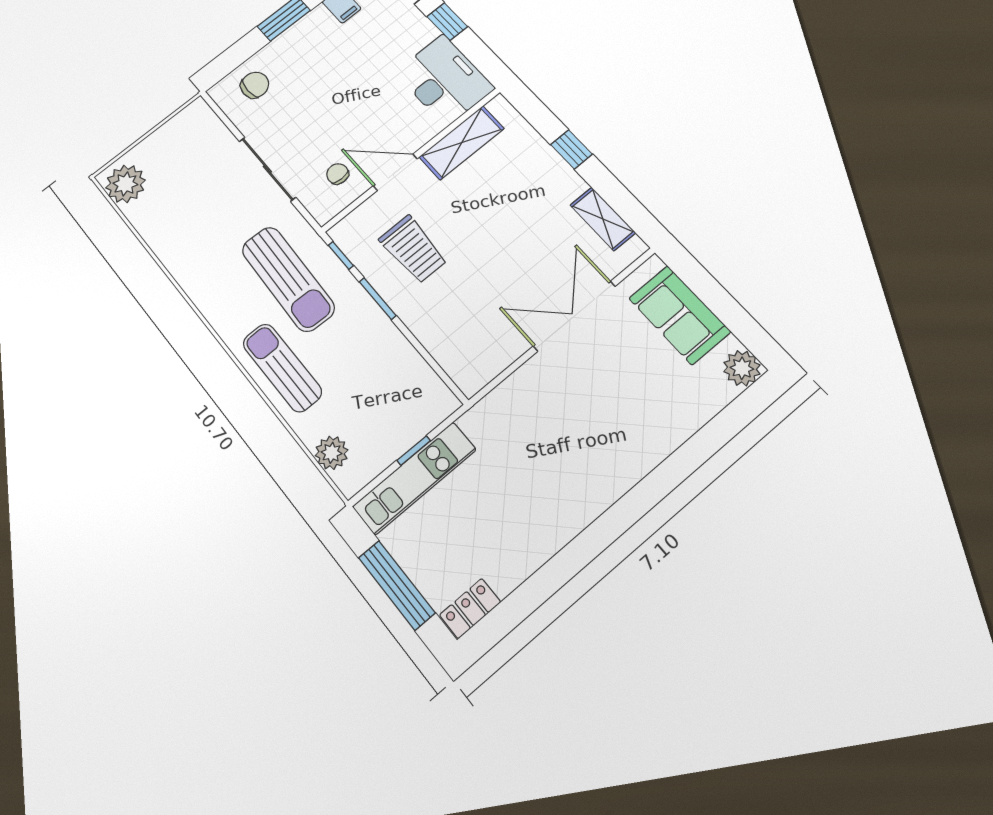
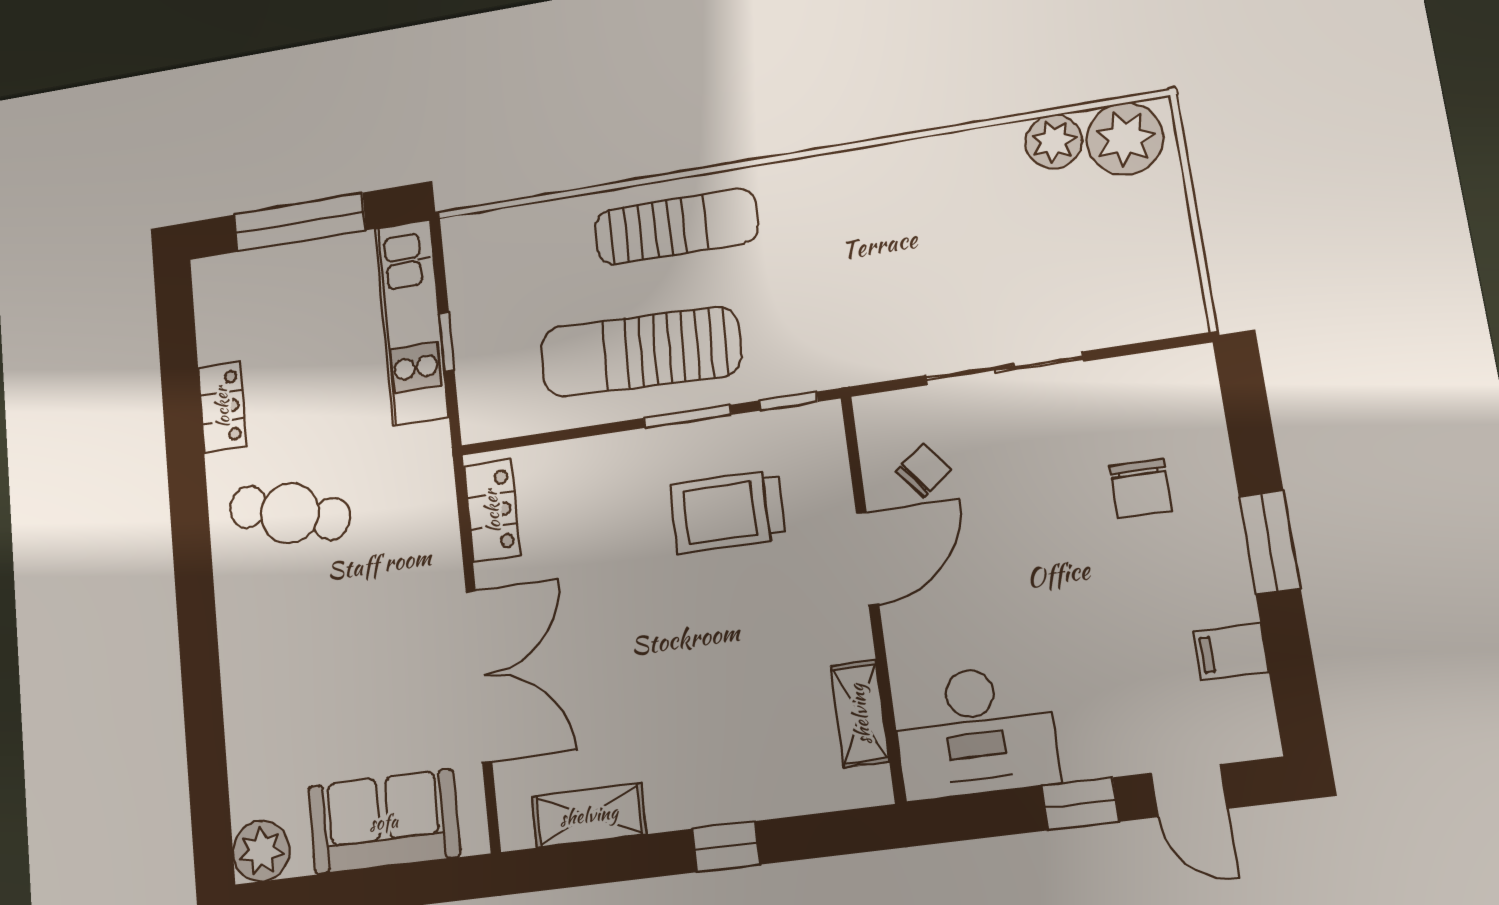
chair: (255, 85) -> (1141, 488), moved
shelving: (462, 143) -> (860, 714), width x0.67, depth x0.75
chair: (338, 174) -> (924, 471), turned -38
sun lounger: (288, 279) -> (641, 352), moved
locker: (487, 366) -> (492, 511), added
plant: (332, 453) -> (1054, 141), moved
cafe table: (560, 476) -> (290, 513), added
locker: (470, 609) -> (222, 407), moved

